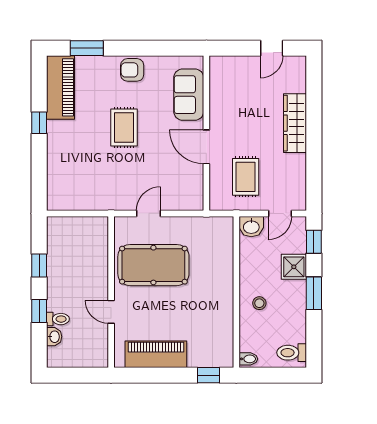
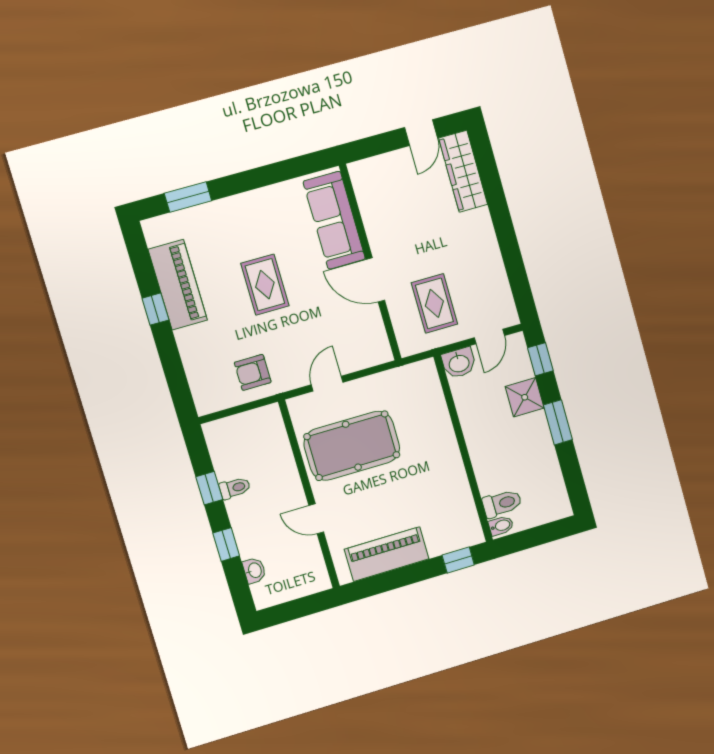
armchair: (132, 70) -> (253, 372), moved
piano: (61, 87) -> (178, 285), moved
sofa: (189, 95) -> (334, 220), width x1.36
wardrobe: (295, 123) -> (463, 171), moved
stool: (259, 303) -> (495, 454), removed
toilet: (58, 319) -> (235, 488), moved
toilet: (292, 353) -> (502, 503), moved, turned 180

